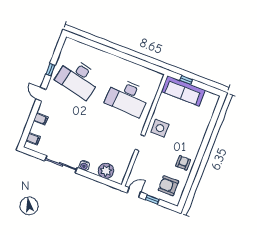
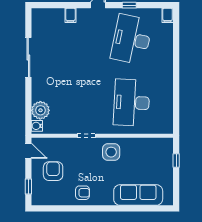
sofa: (183, 91) -> (138, 195), moved, turned 90
filing cabinet: (33, 139) -> (168, 15), moved
water cooler: (84, 166) -> (37, 126), moved
armchair: (168, 186) -> (53, 171), moved
window: (152, 200) -> (28, 187), moved

